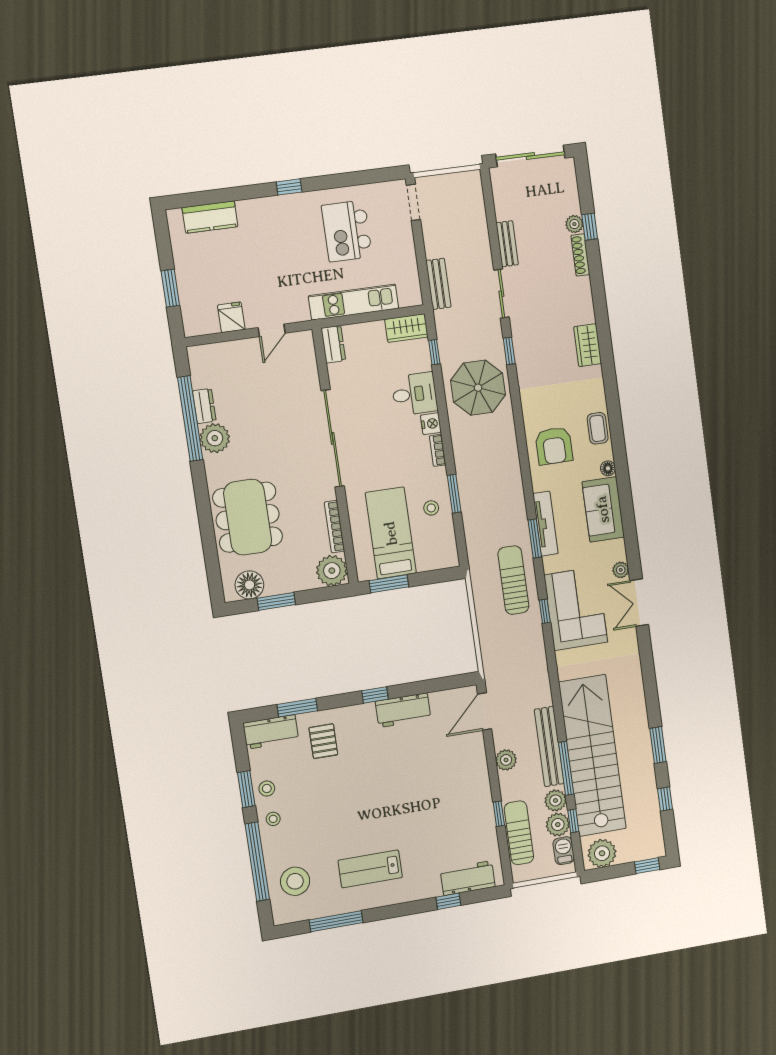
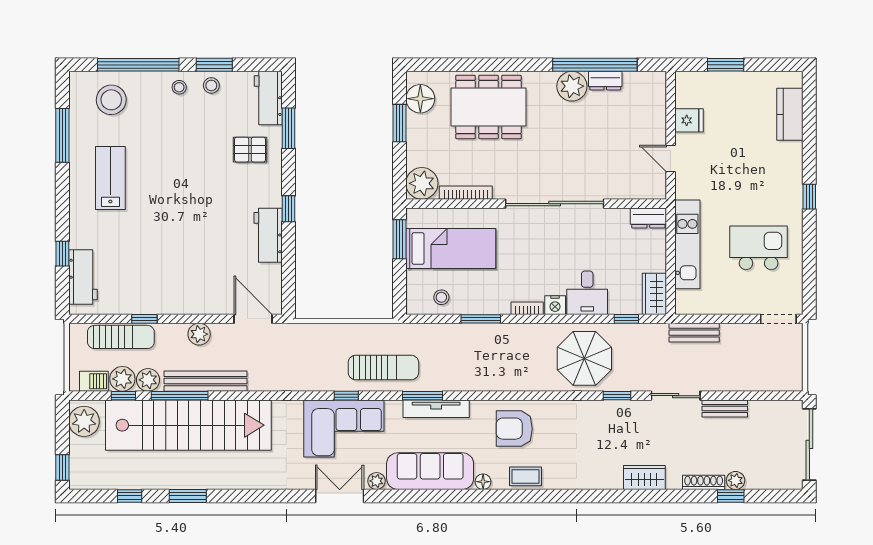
wardrobe: (588, 345) -> (644, 478), moved
stool: (431, 508) -> (441, 297), moved
sofa: (603, 509) -> (430, 471), width x1.36

